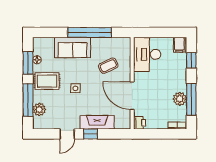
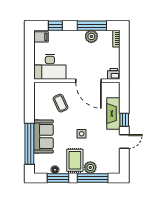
window: (90, 32) -> (29, 144), moved
door: (132, 96) -> (89, 81), hinge flipped
plant: (39, 109) -> (90, 167), moved
door: (67, 134) -> (124, 141), hinge flipped

